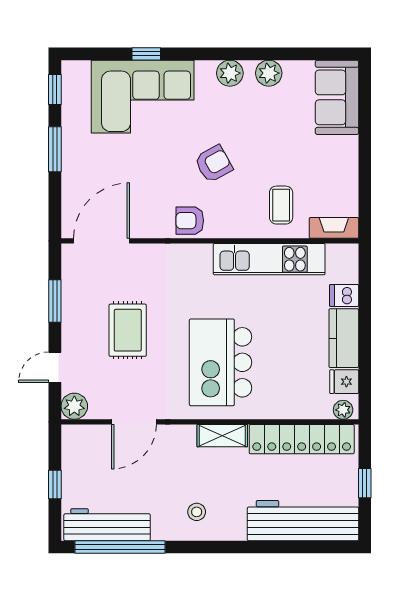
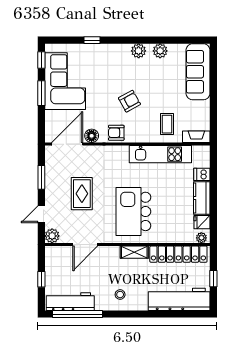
corner sofa: (143, 97) -> (65, 81), moved, turned -90
sofa: (337, 97) -> (198, 72), width x1.36
floor lamp: (145, 226) -> (92, 136), added

